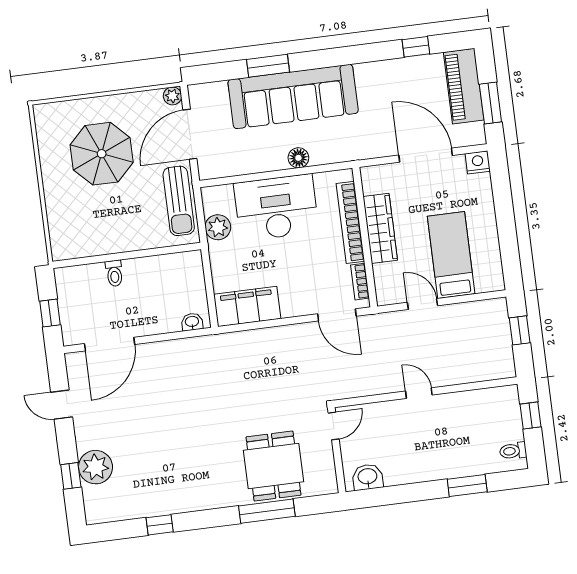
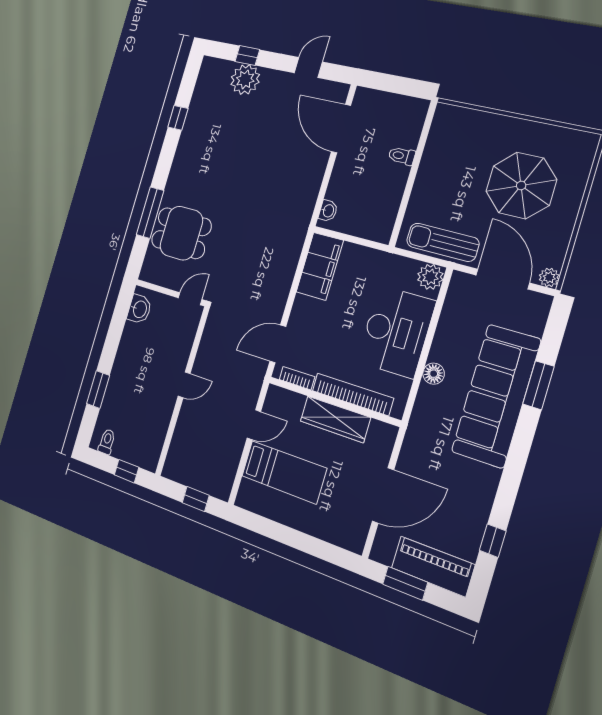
nightstand: (478, 162) -> (355, 541), removed
plant: (218, 227) -> (430, 277), moved
window: (50, 313) -> (392, 84), removed
door: (334, 426) -> (190, 299), swing flipped

